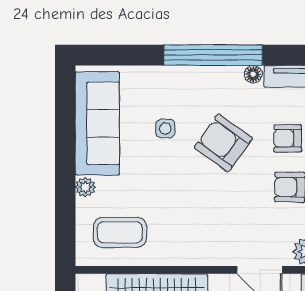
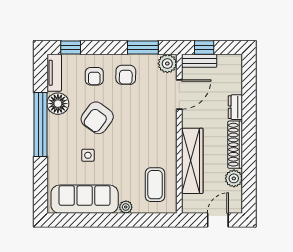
floor lamp: (253, 74) -> (58, 104), width x1.89, depth x1.89

